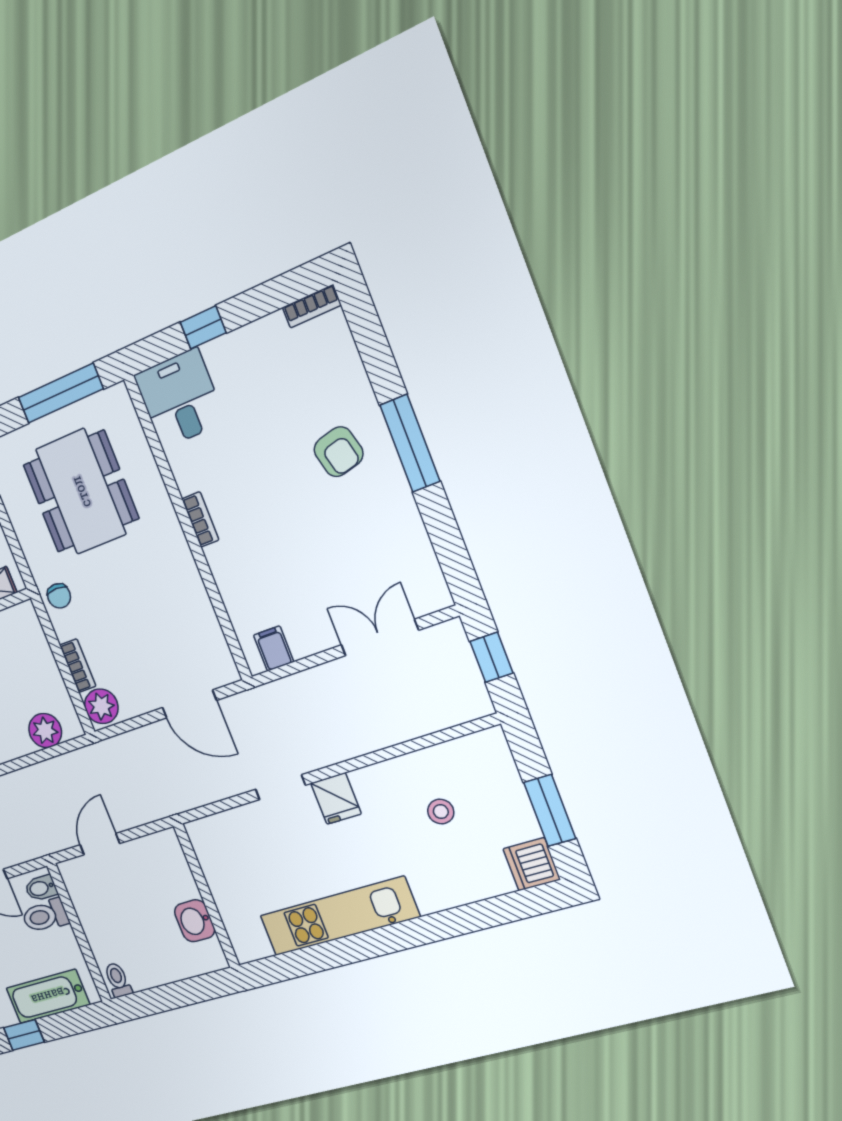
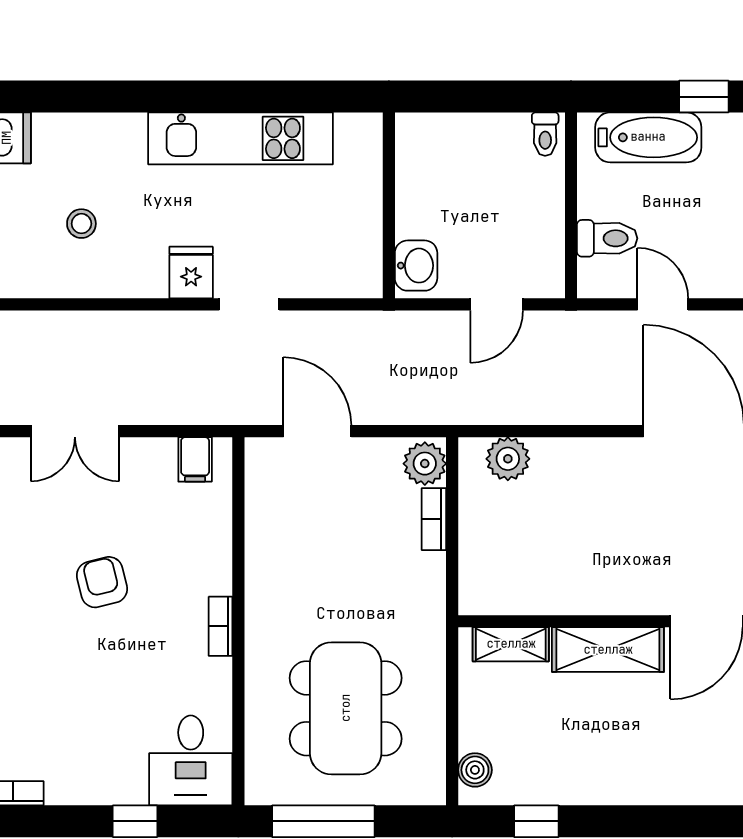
armchair: (339, 452) -> (102, 582), moved
chair: (59, 596) -> (422, 605), removed
bidet: (41, 888) -> (597, 274), removed
washbasin: (195, 921) -> (416, 266), moved

